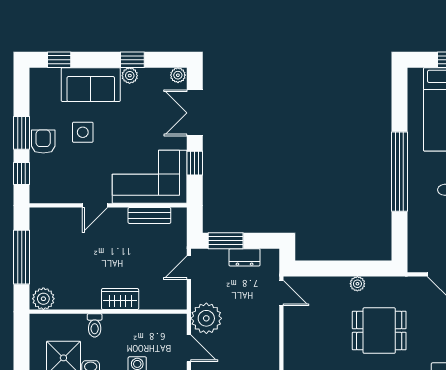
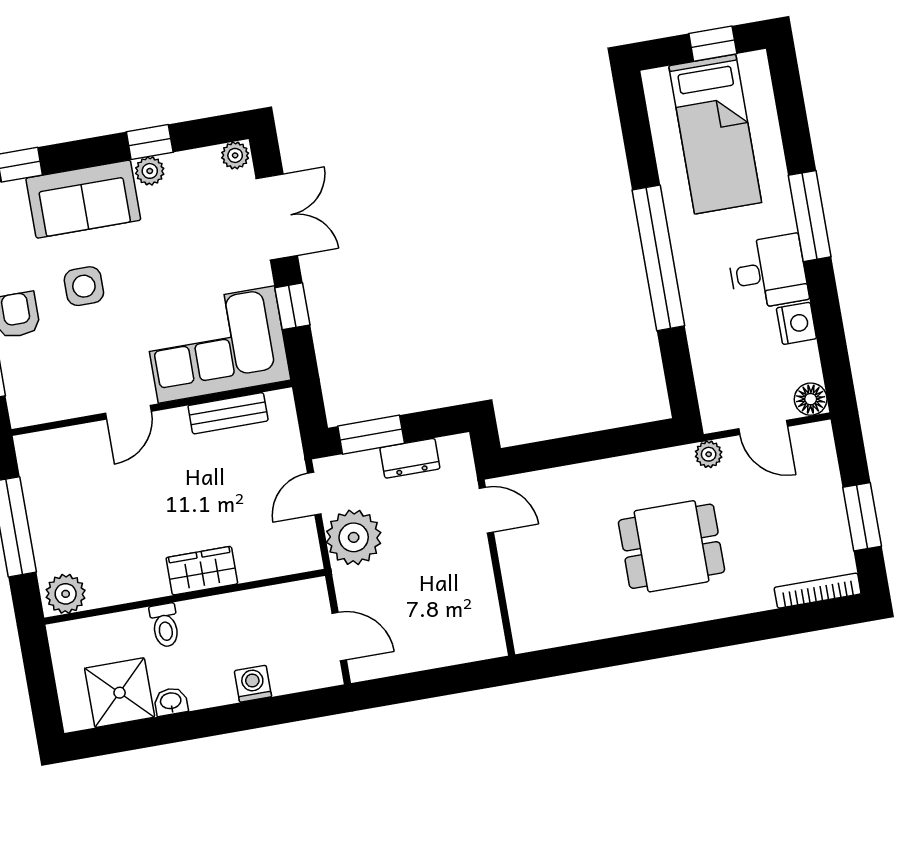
double door: (195, 113) -> (277, 217), swing flipped
plant: (357, 284) -> (709, 454), moved
plant: (206, 318) -> (354, 537), moved

